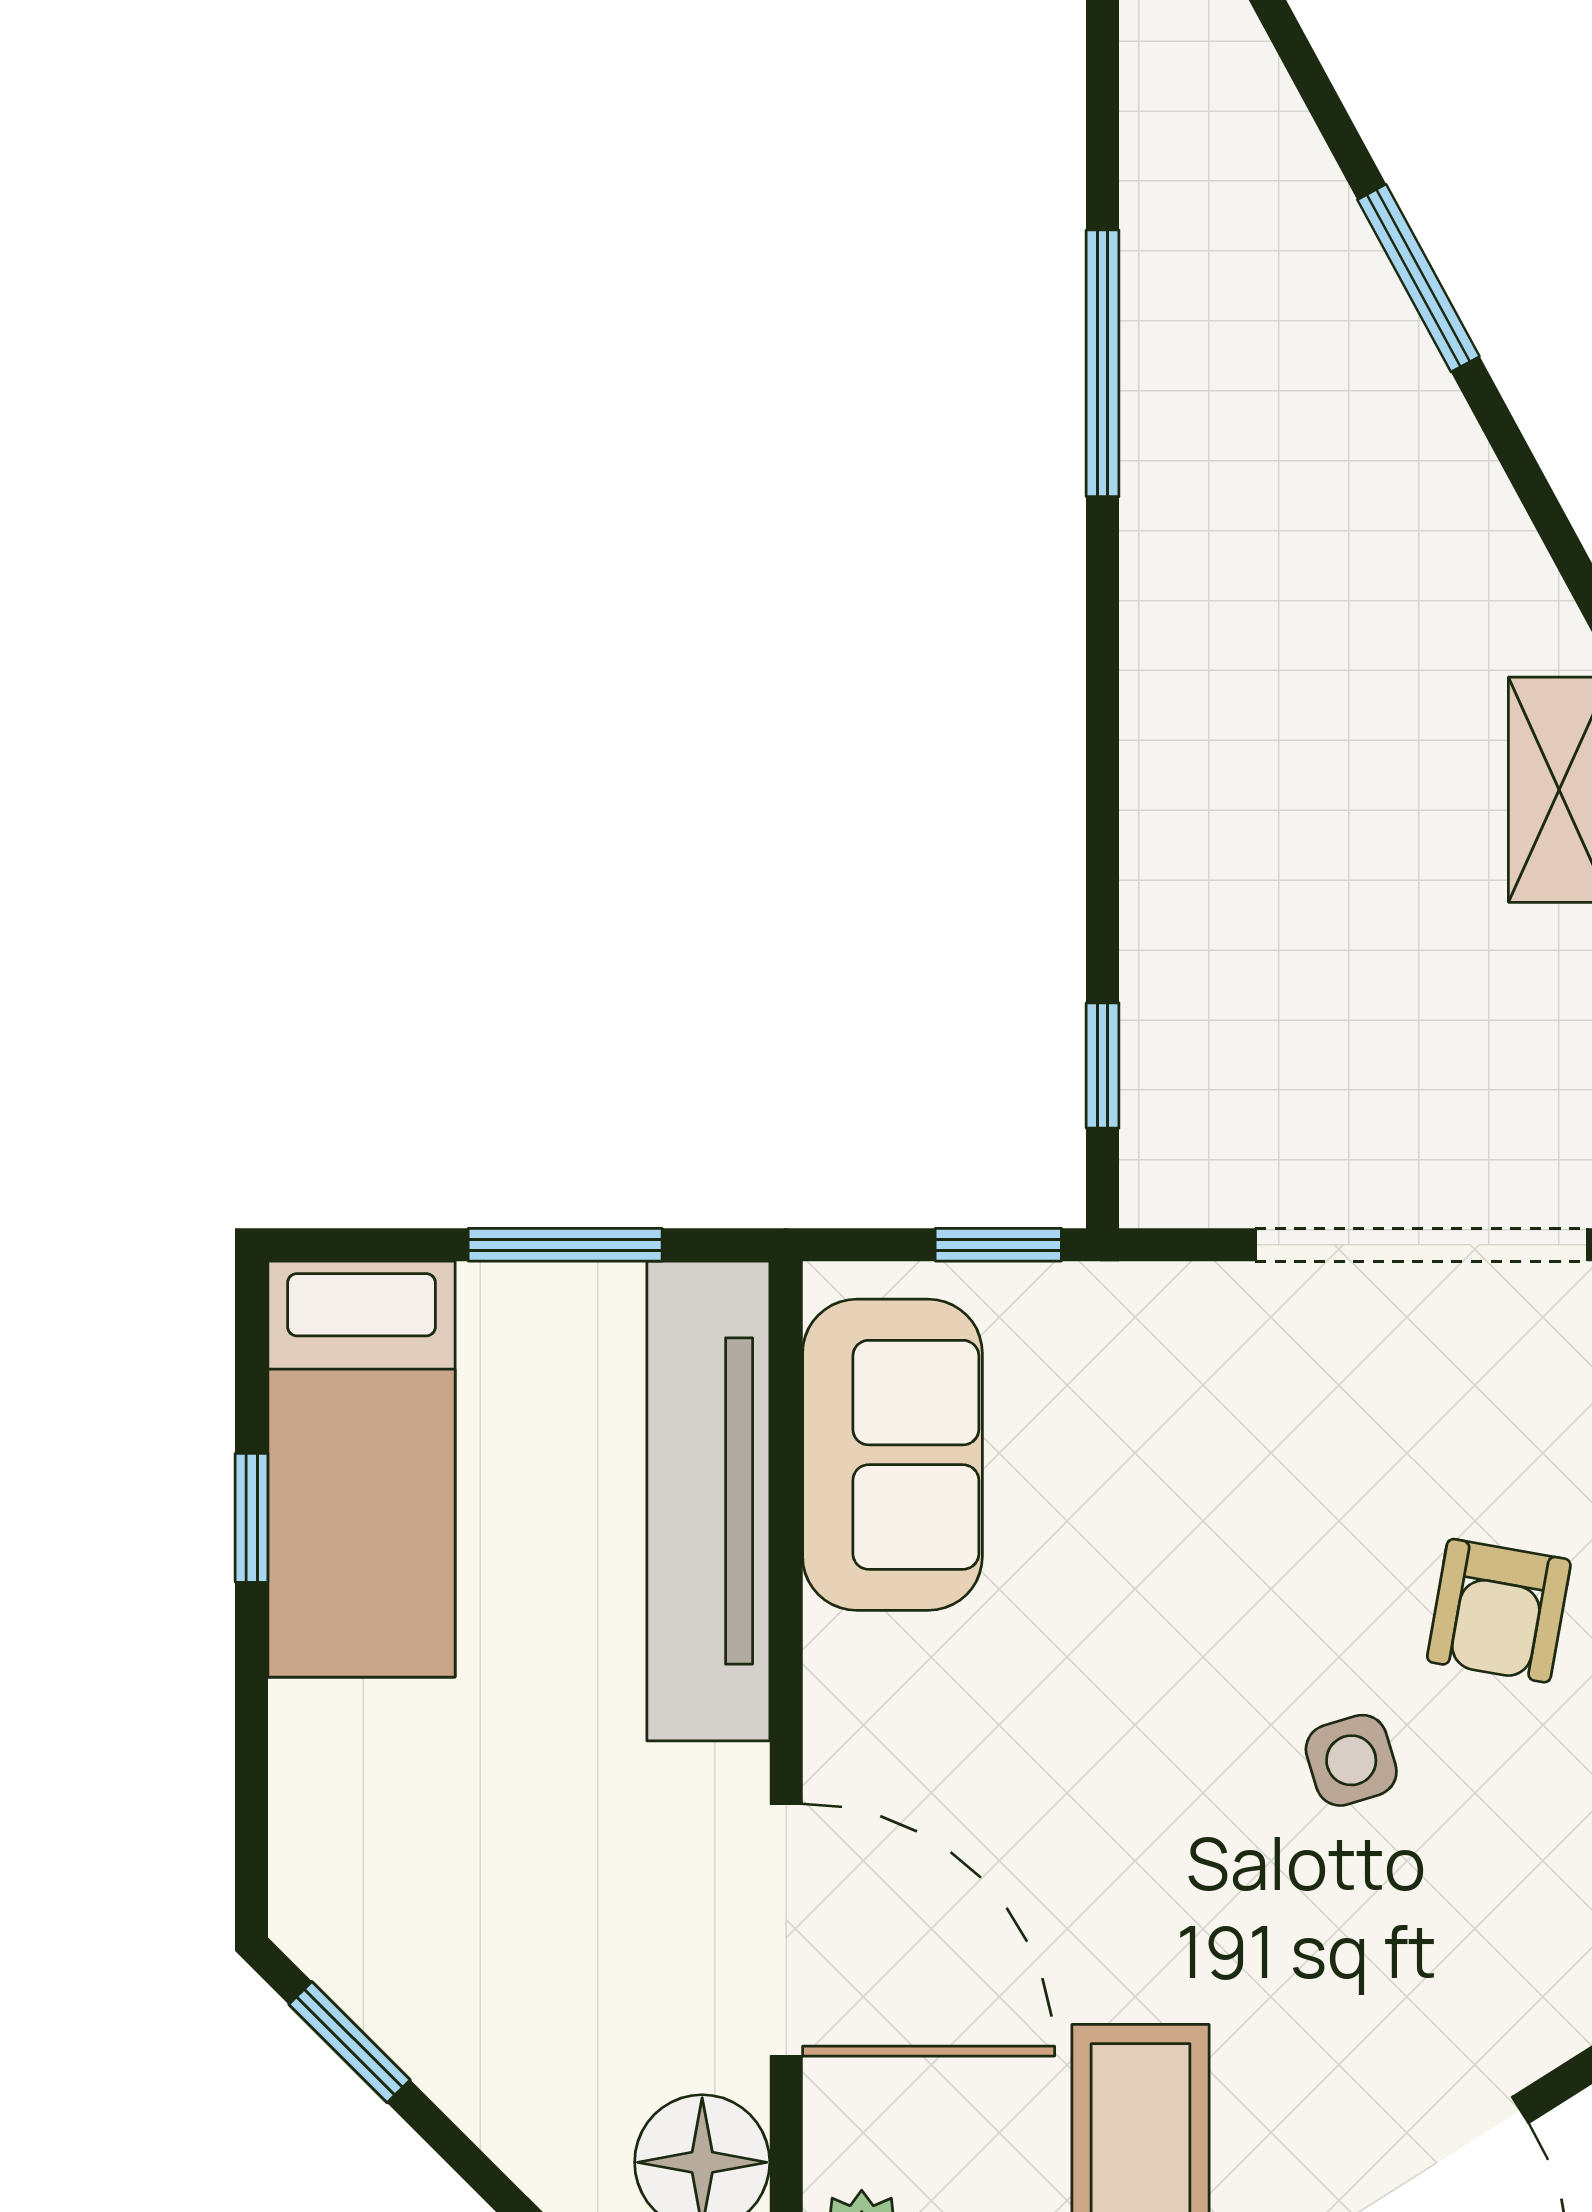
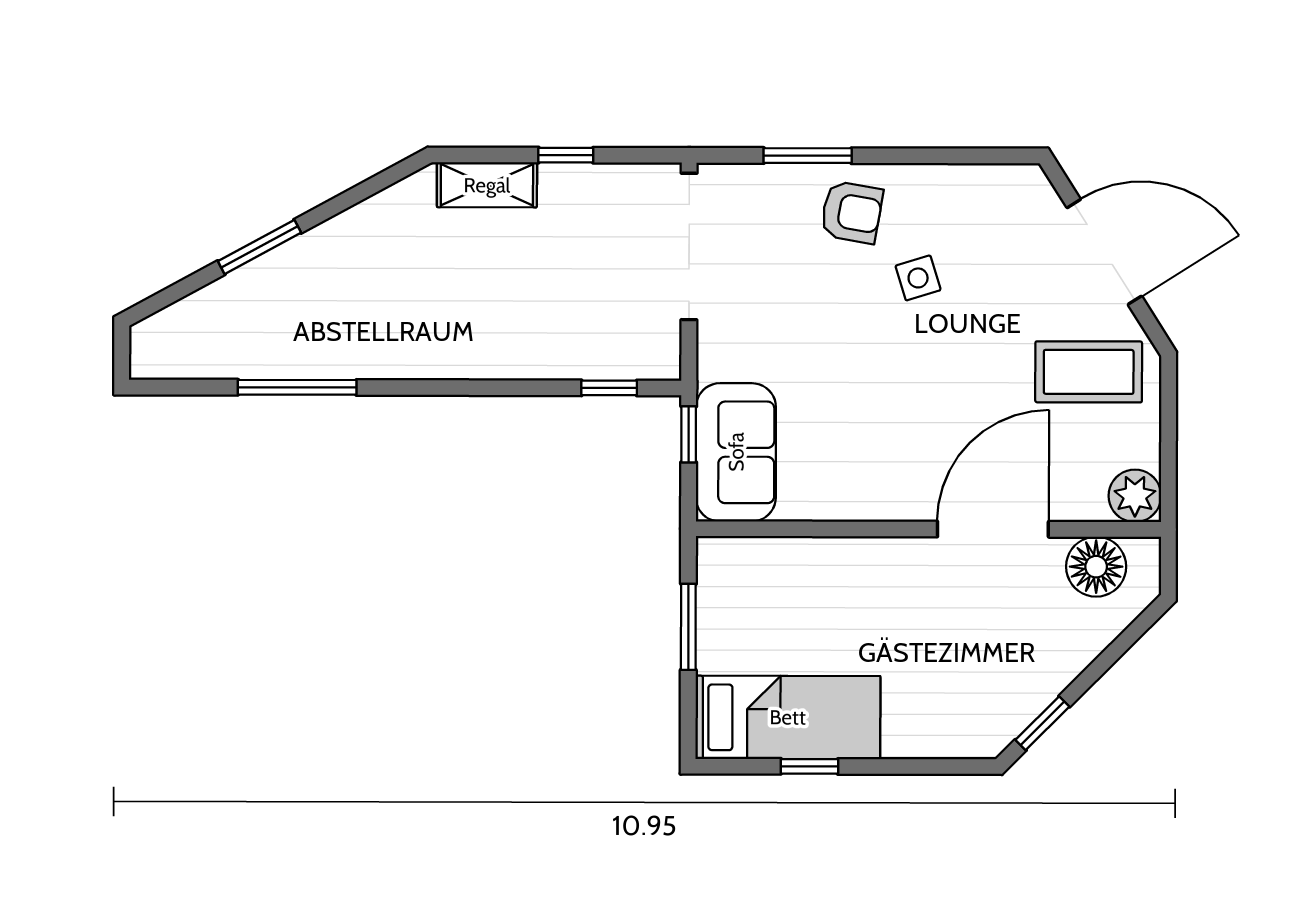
sofa: (892, 1455) -> (736, 452), moved, turned 90
tv unit: (708, 1501) -> (802, 563), removed

